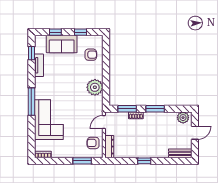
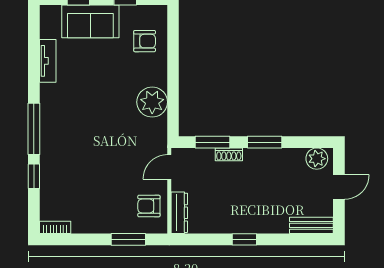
window: (31, 53) -> (34, 176), moved
corner sofa: (49, 120) -> (66, 162), removed

